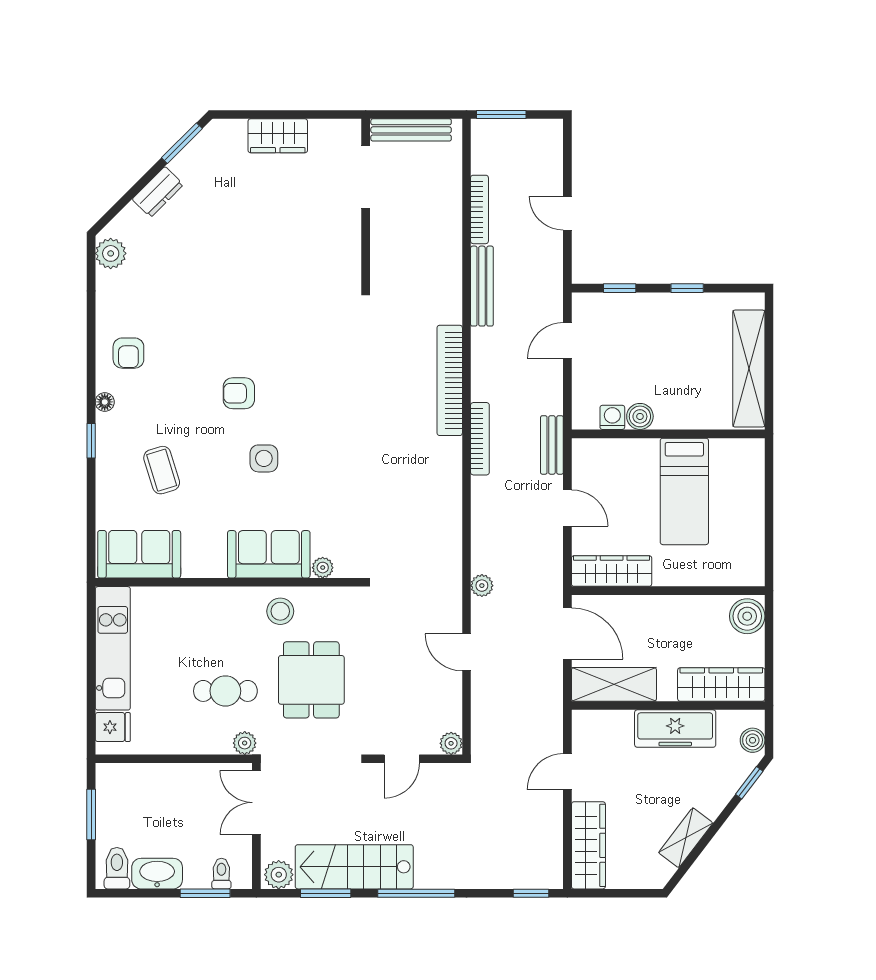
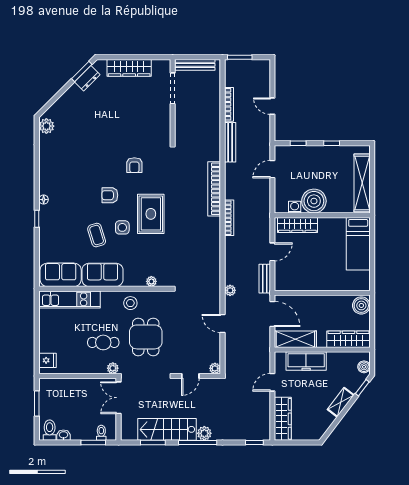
wardrobe: (278, 136) -> (129, 68), width x1.50
dresser: (158, 192) -> (87, 78), moved
armchair: (128, 353) -> (134, 165), moved
boiler: (640, 416) -> (314, 201), width x1.86, depth x1.86
rug: (322, 431) -> (151, 214), added
bench: (552, 445) -> (265, 279), moved
coffee table: (162, 470) -> (97, 235), moved
bed: (684, 491) -> (358, 244), moved
door: (567, 508) -> (272, 252), hinge flipped
sofa: (269, 554) -> (102, 275), moved
wardrobe: (612, 571) -> (297, 225), moved, turned 180
kitchen unit: (113, 648) -> (70, 299), moved, turned 90
freezer: (675, 729) -> (306, 361), moved
shelving: (686, 838) -> (341, 402), moved
washbasin: (157, 874) -> (63, 435), width x0.52, depth x0.69
plant: (279, 875) -> (204, 433), moved

